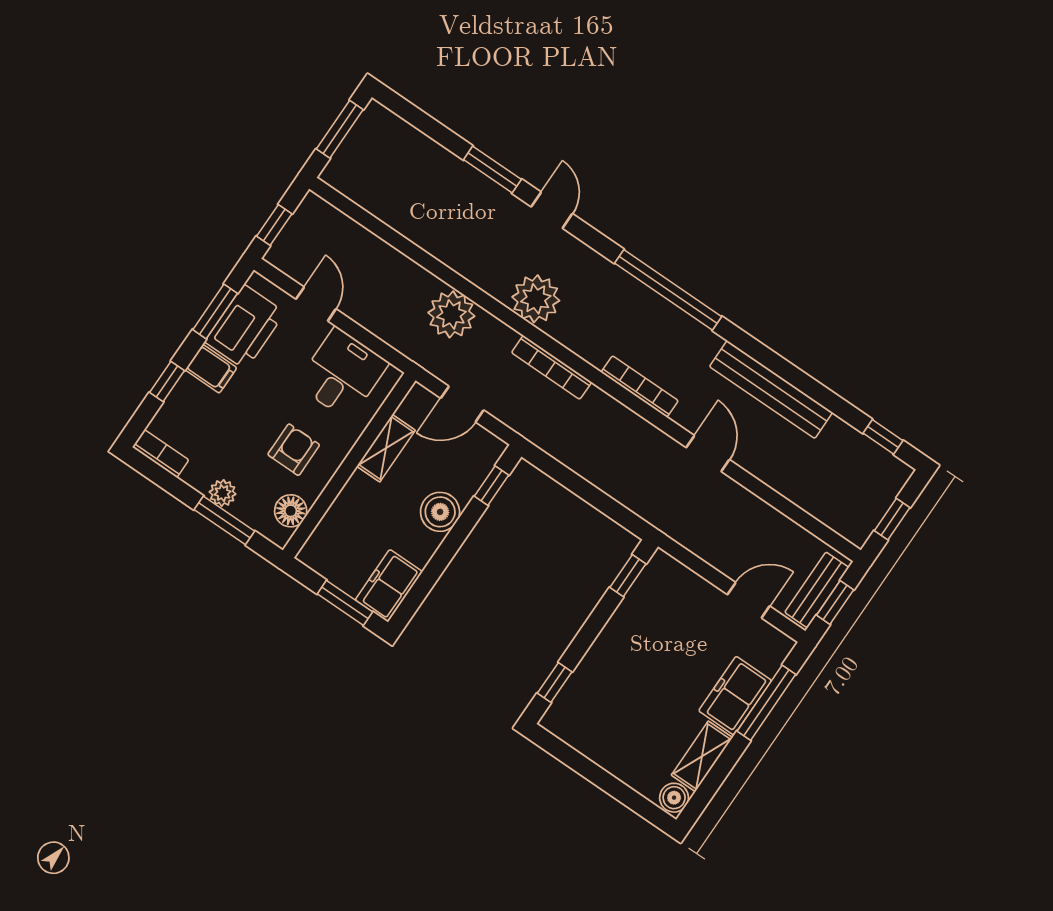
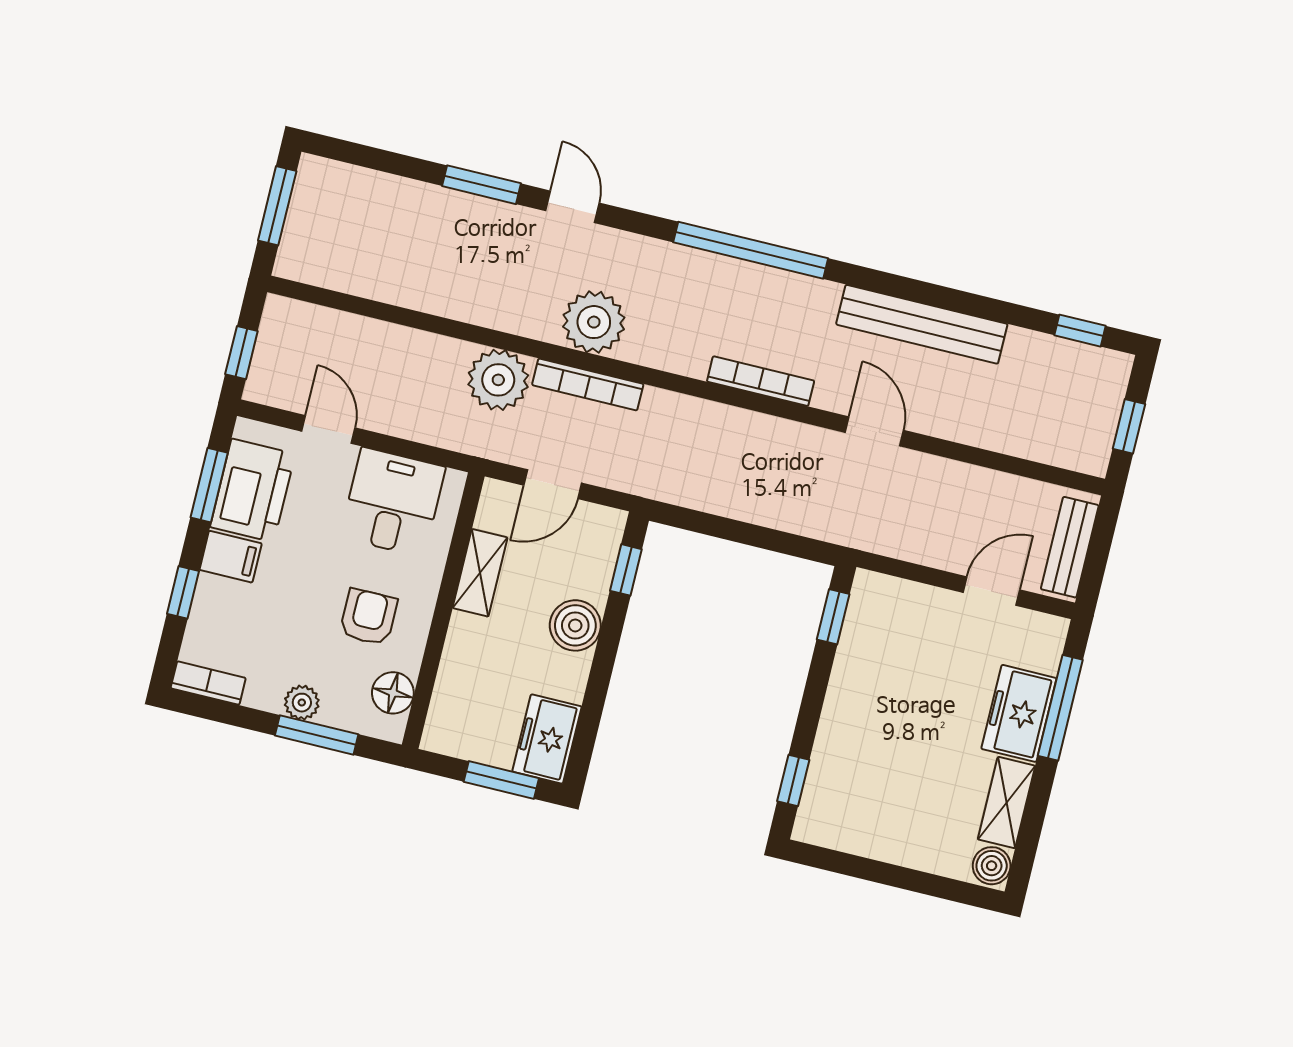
bookcase: (552, 367) -> (588, 384), moved
window: (835, 602) -> (1098, 554), removed

